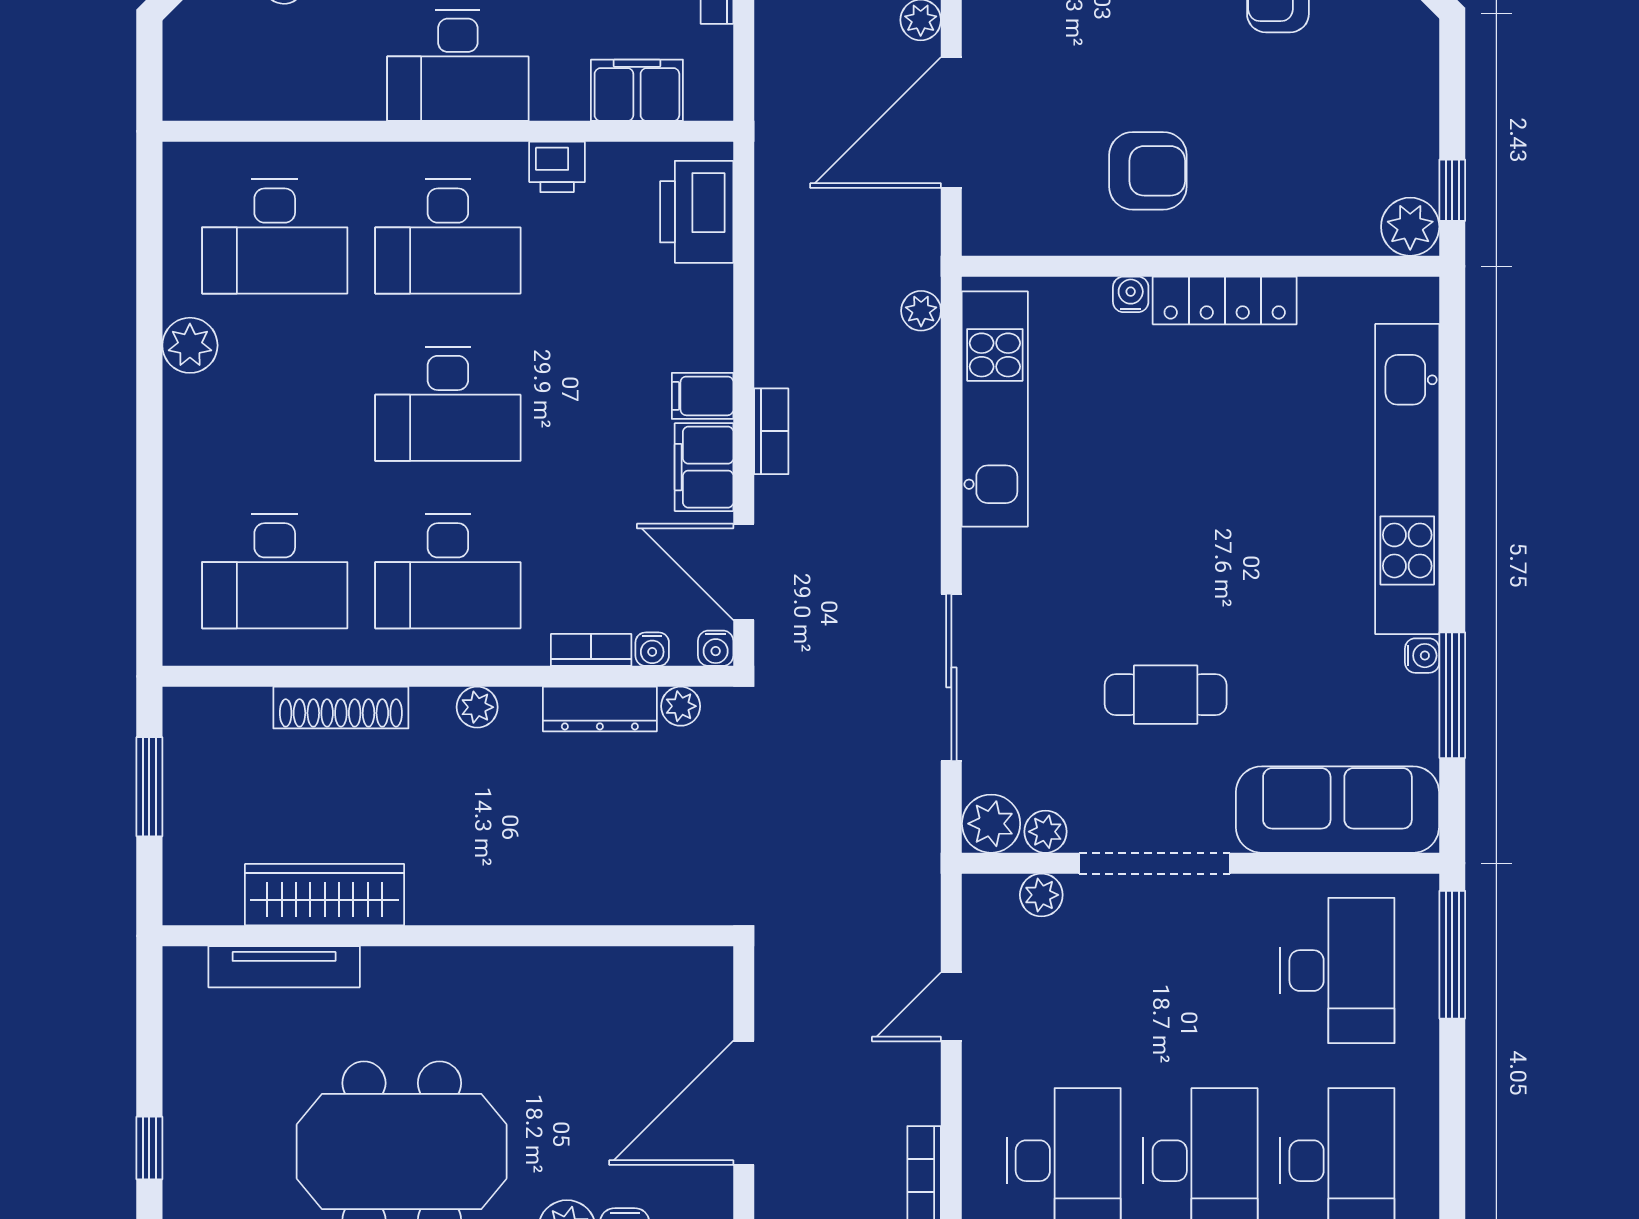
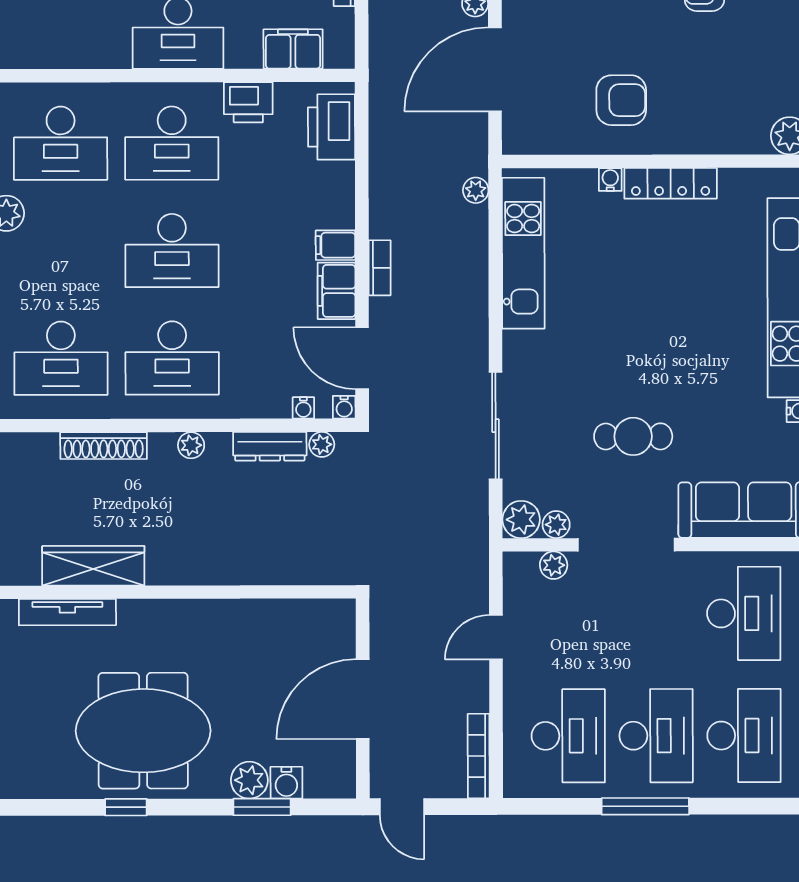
printer: (557, 167) -> (248, 102), width x1.36, depth x1.24
bookcase: (591, 650) -> (264, 408), removed

